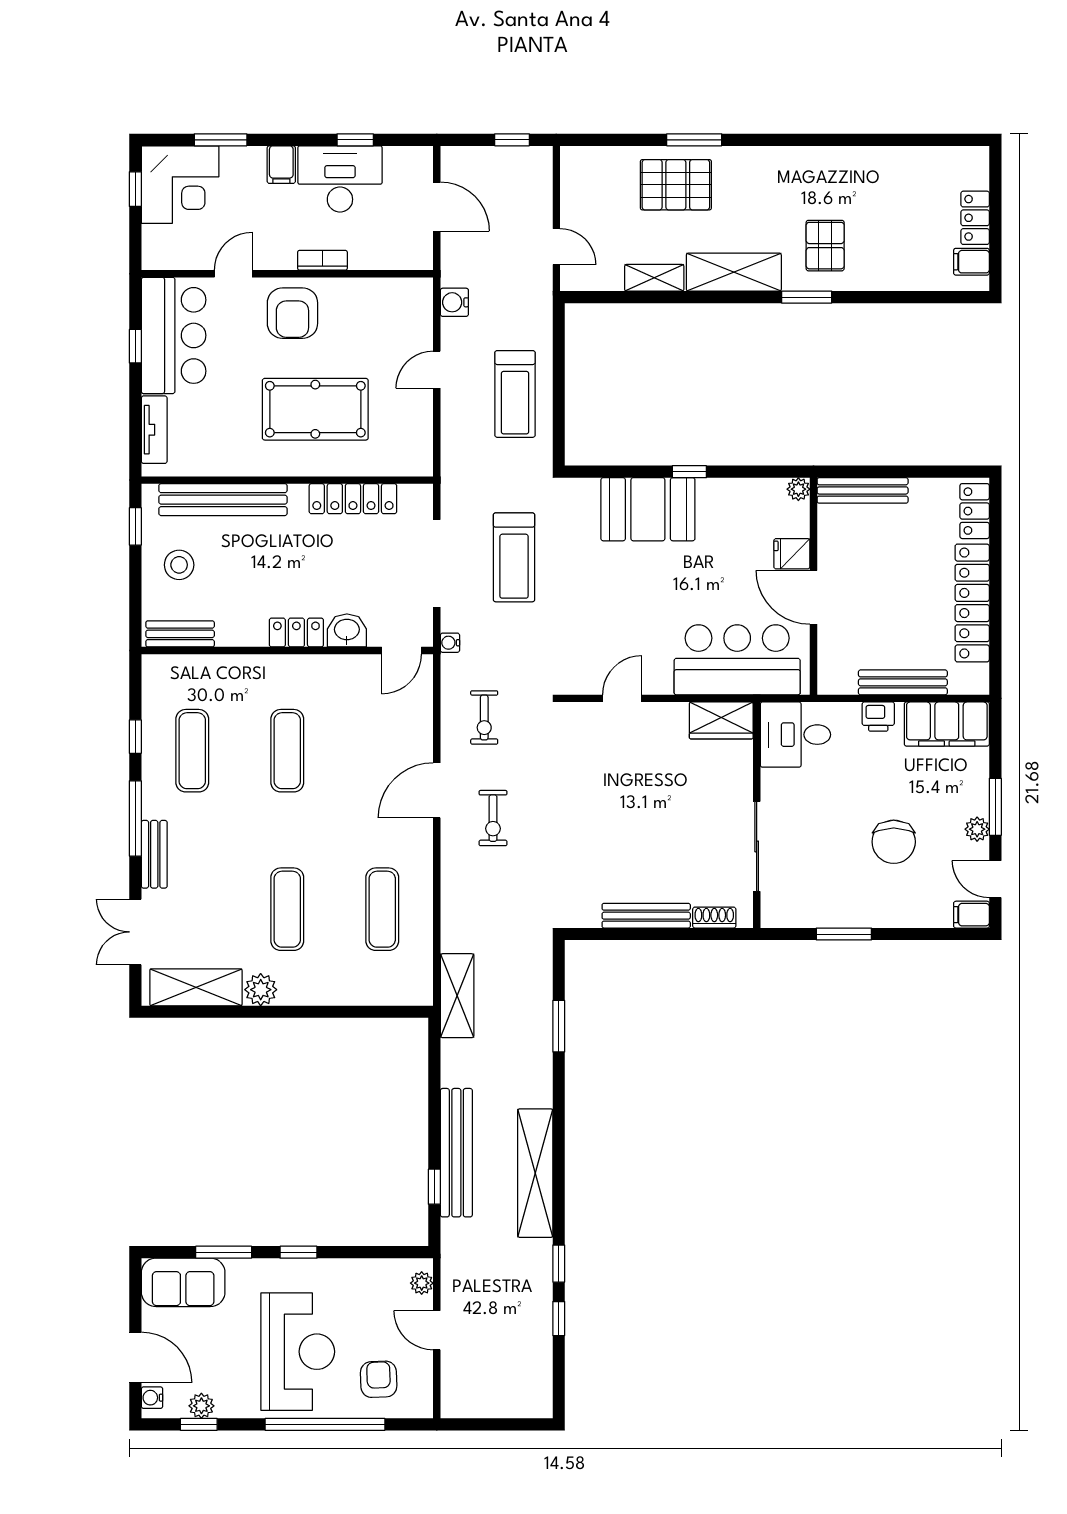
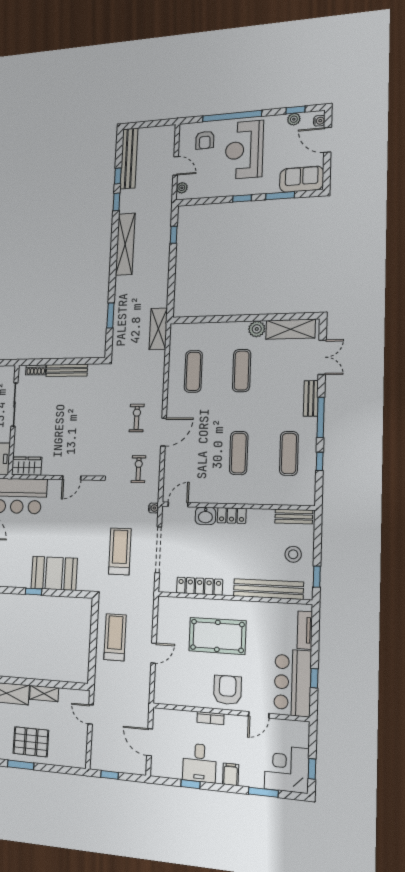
desk: (340, 179) -> (199, 763), width x0.73
water cooler: (454, 302) -> (143, 689), removed
bench: (456, 1153) -> (129, 158), moved

